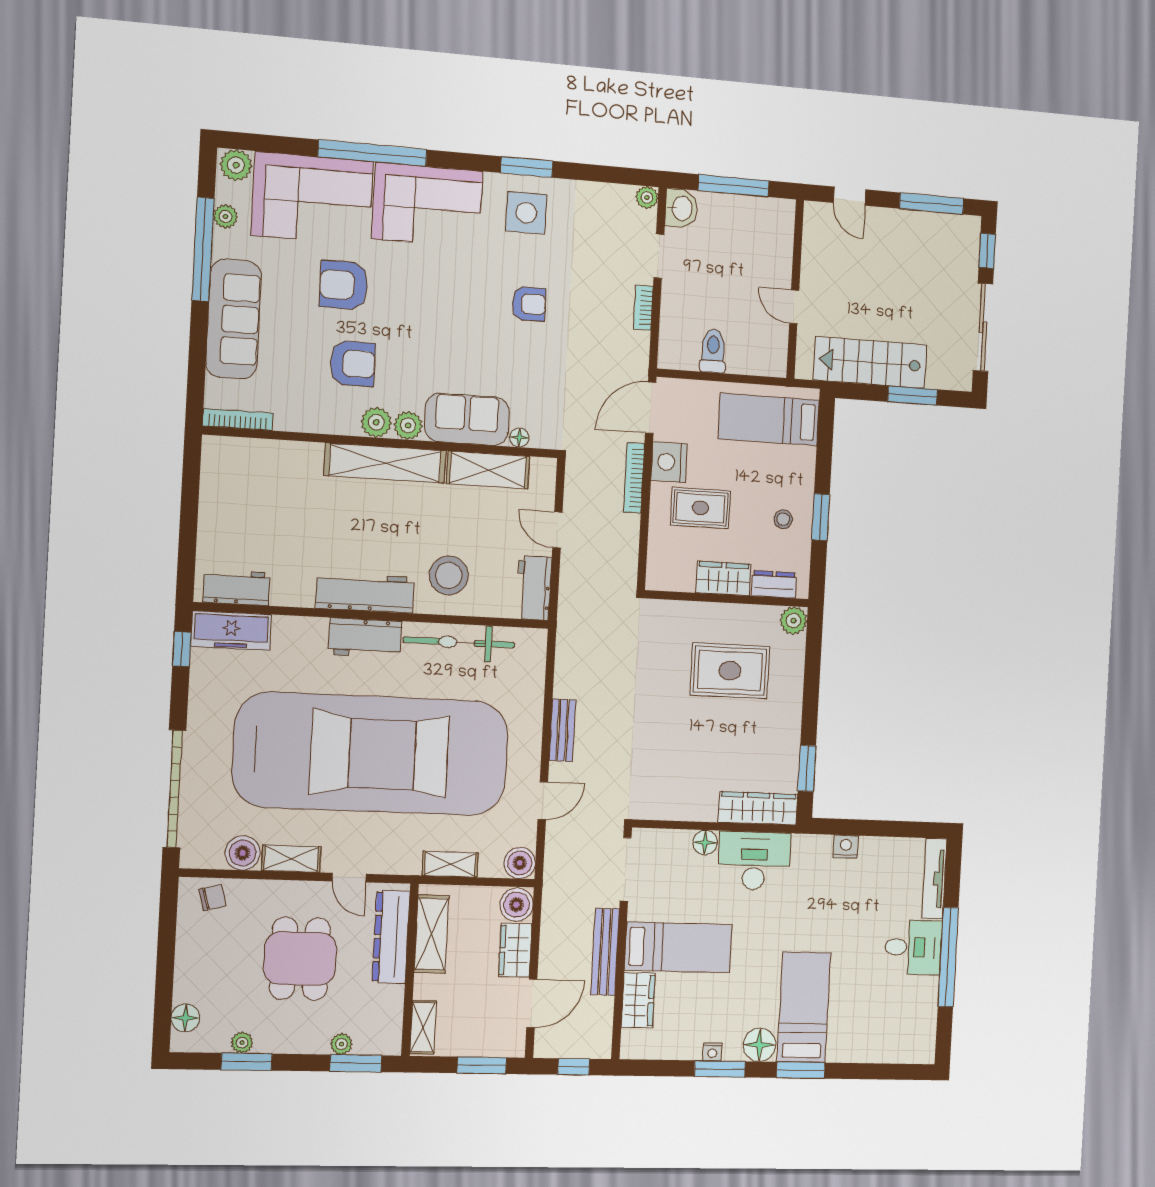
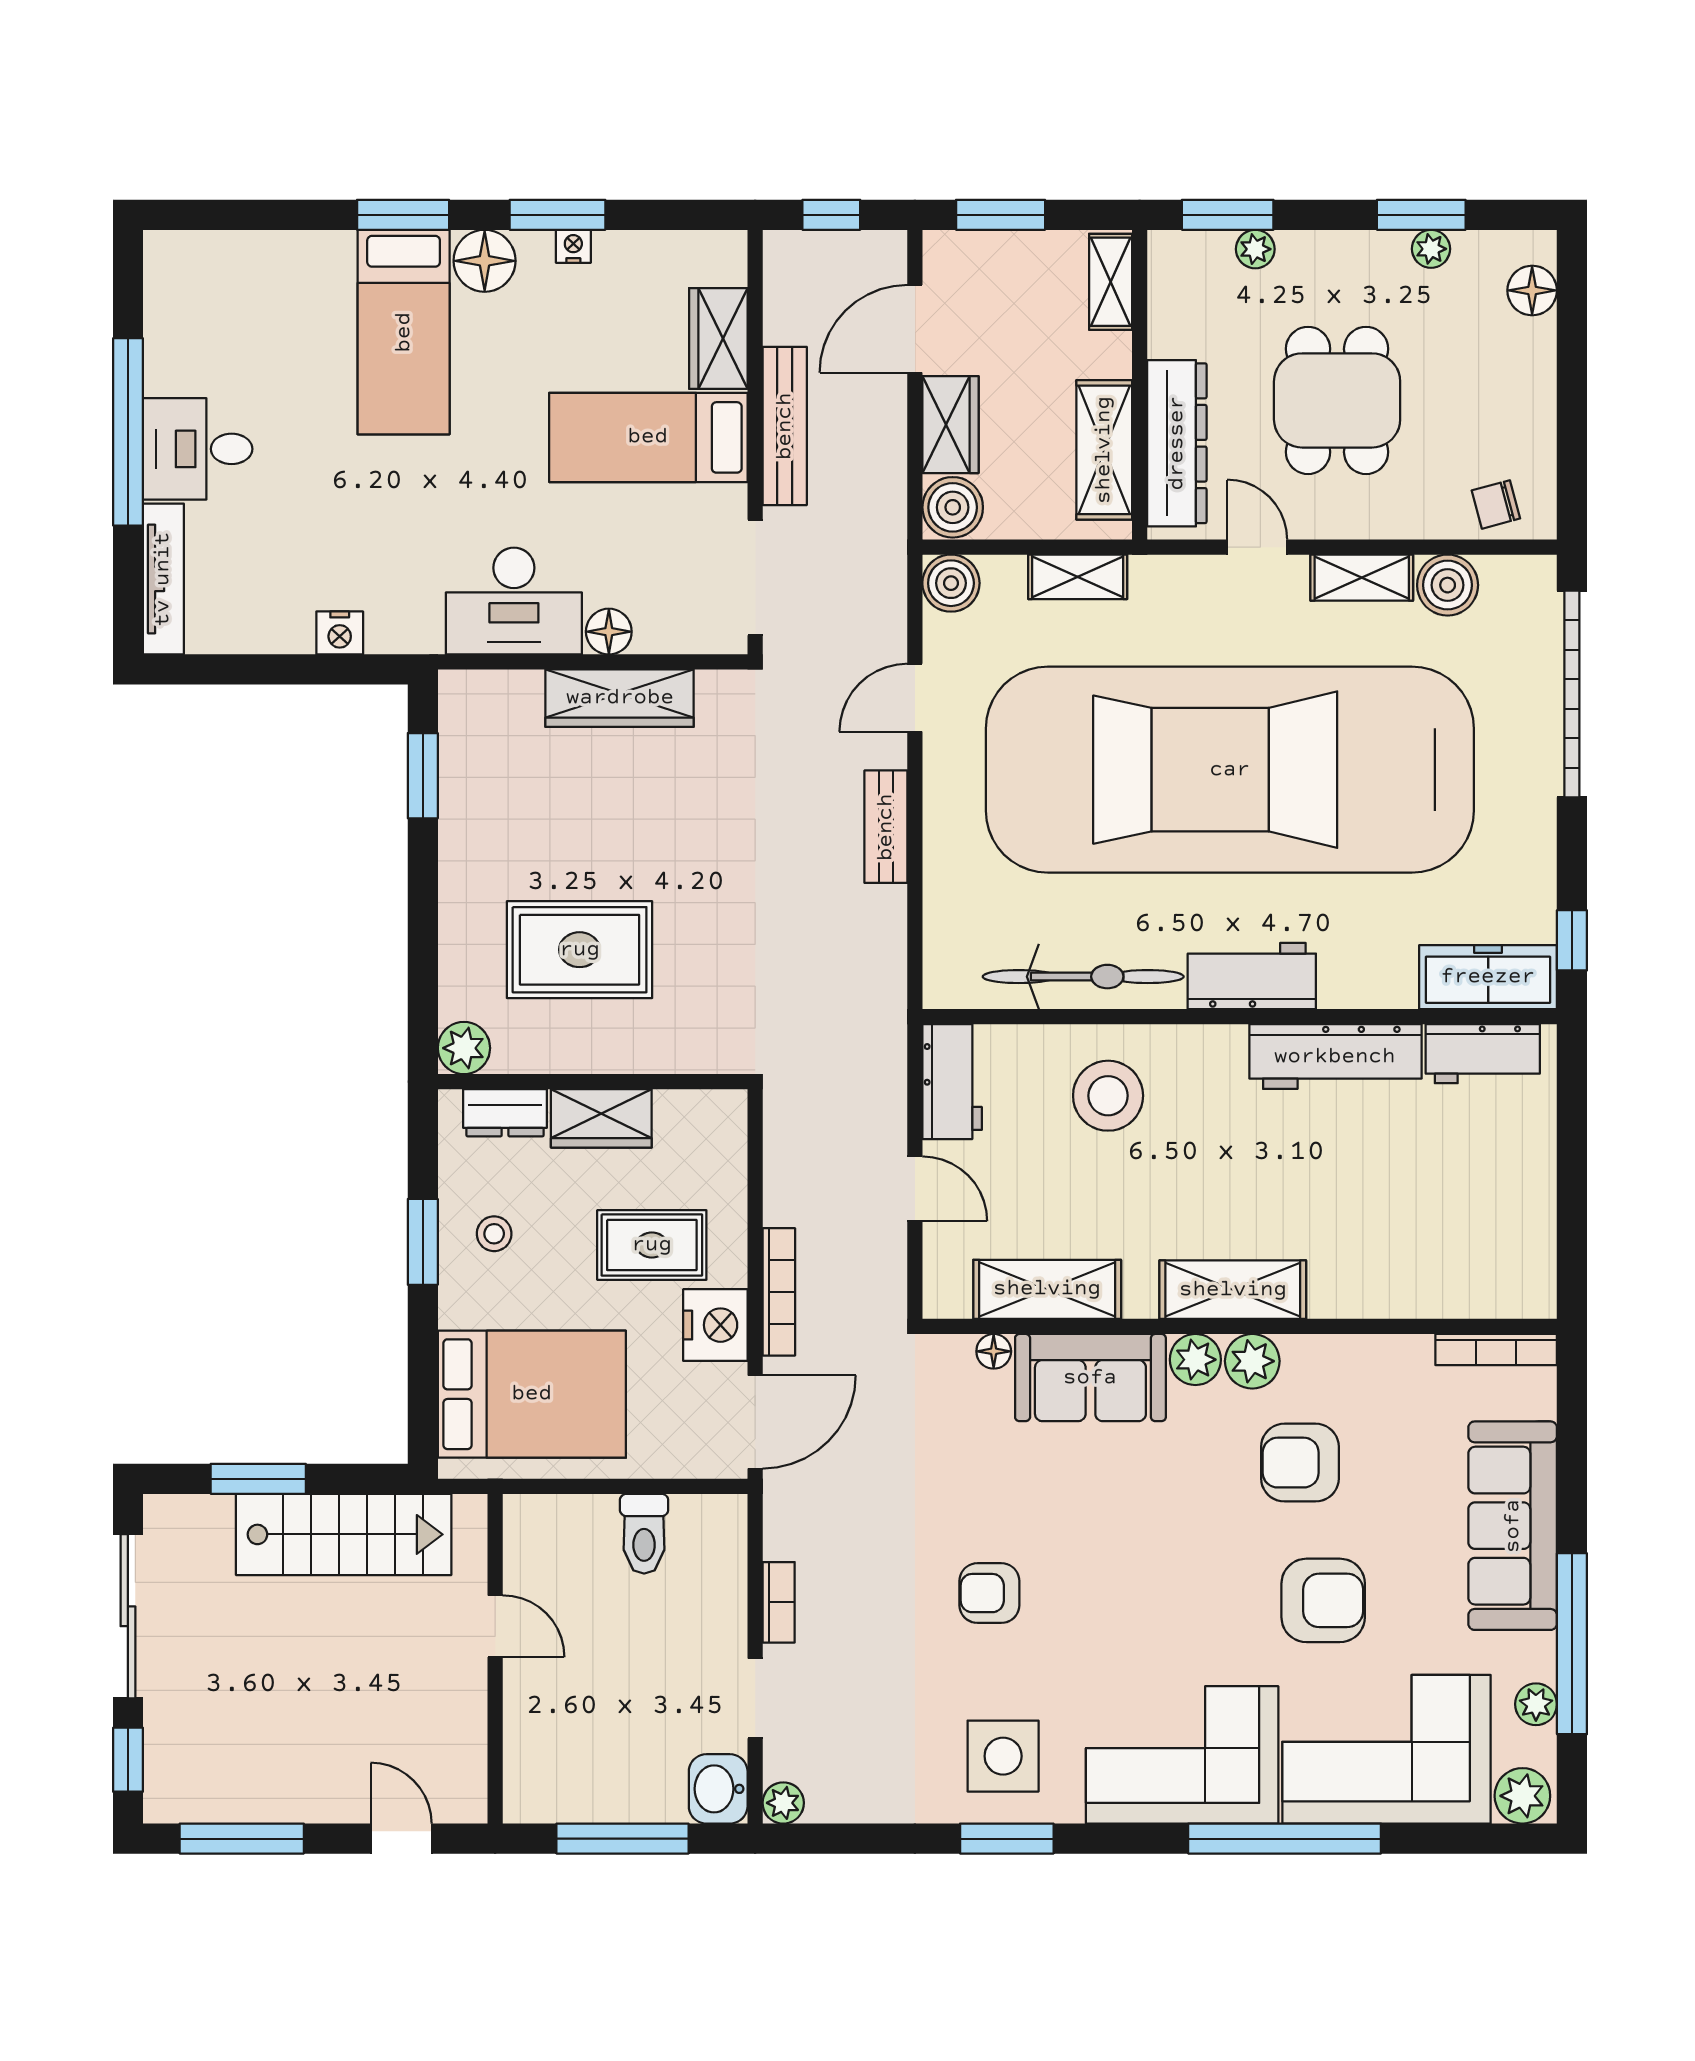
bed: (769, 420) -> (532, 1394), width x1.50
shelving: (385, 463) -> (1233, 1290), width x0.68
workbench: (365, 593) -> (1335, 1057), moved
wardrobe: (758, 808) -> (620, 698), moved

